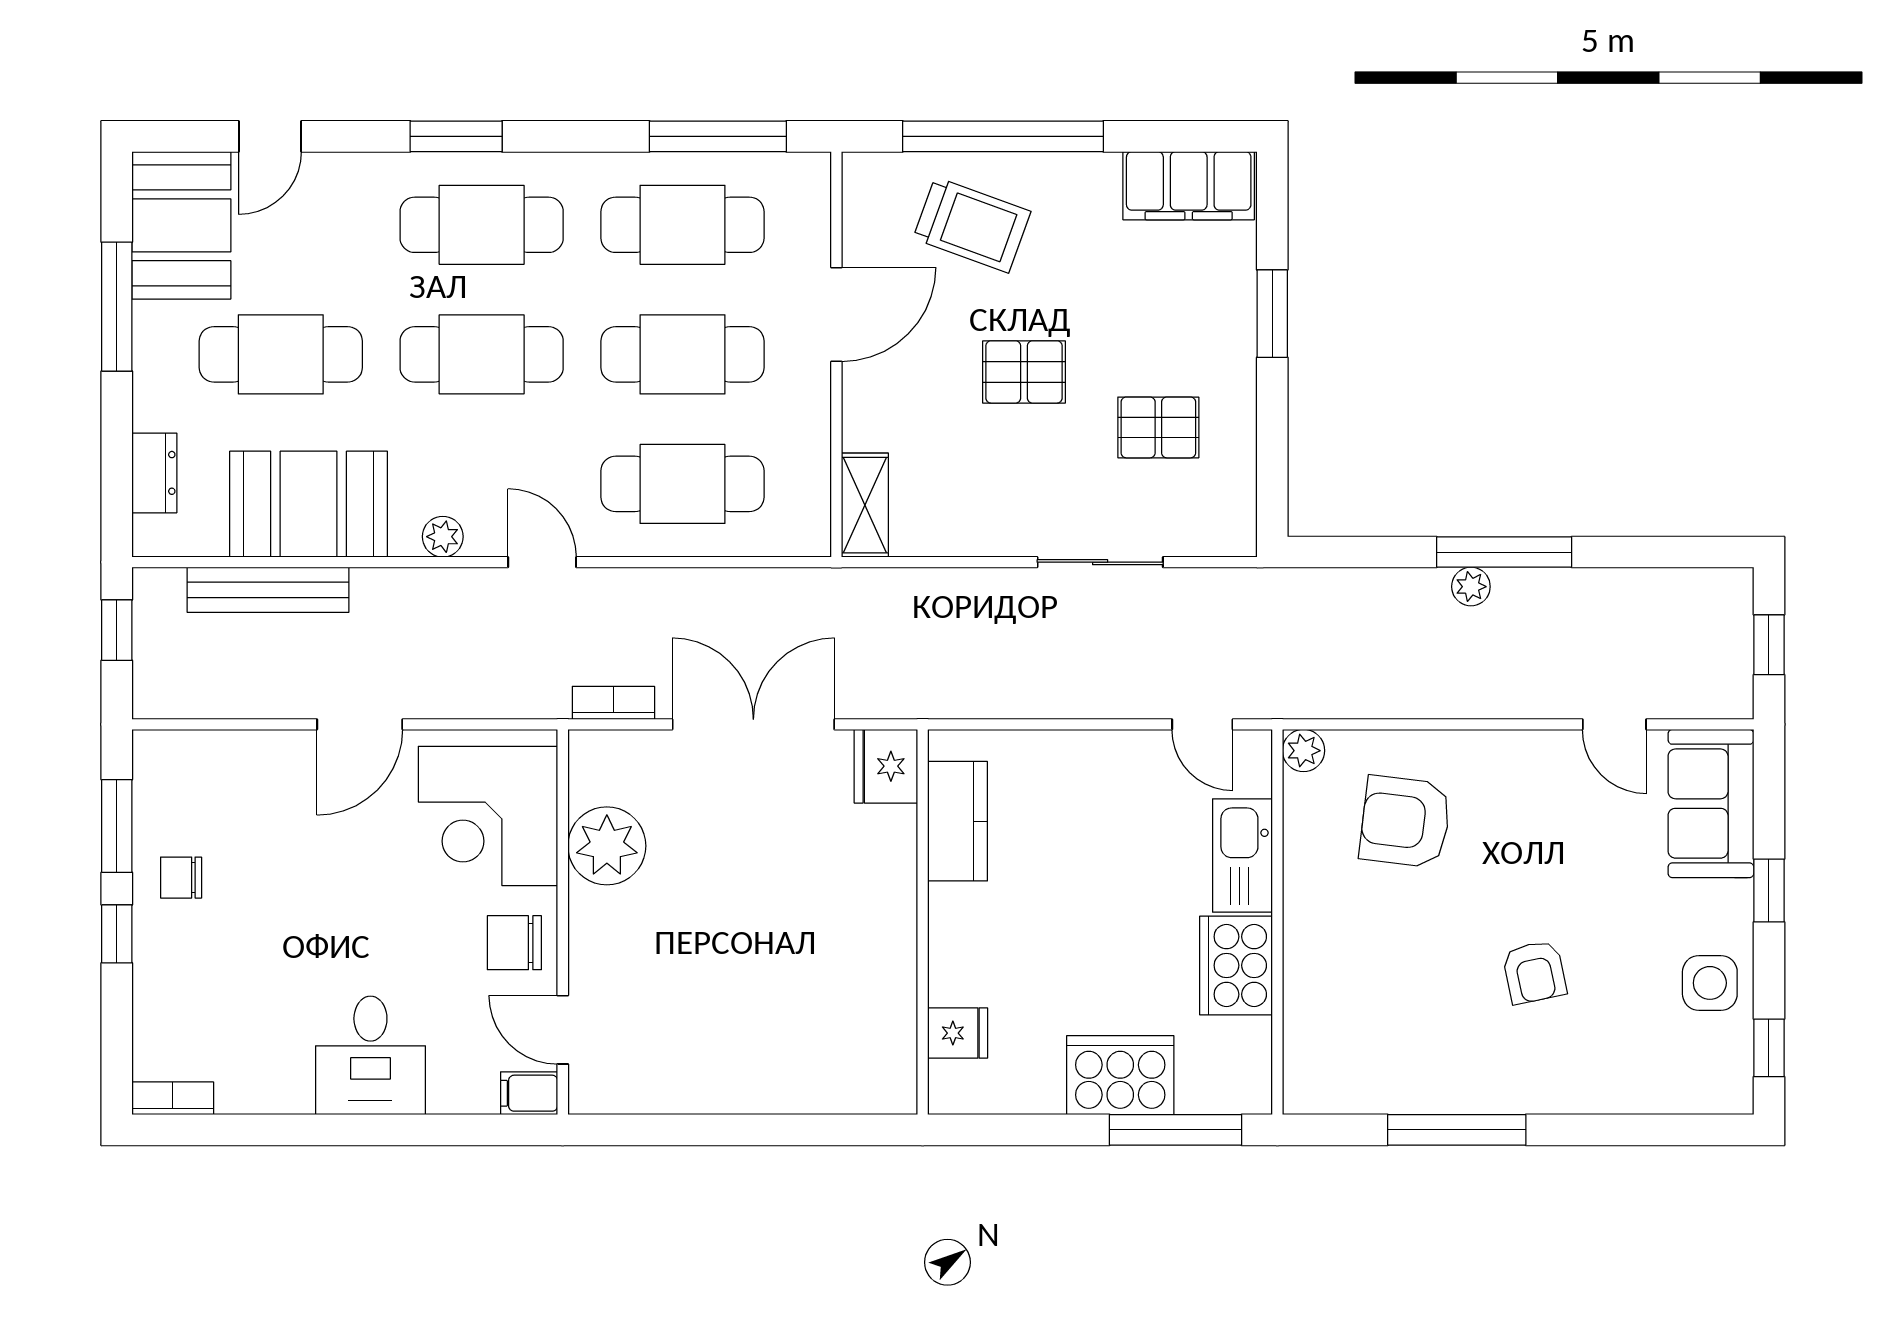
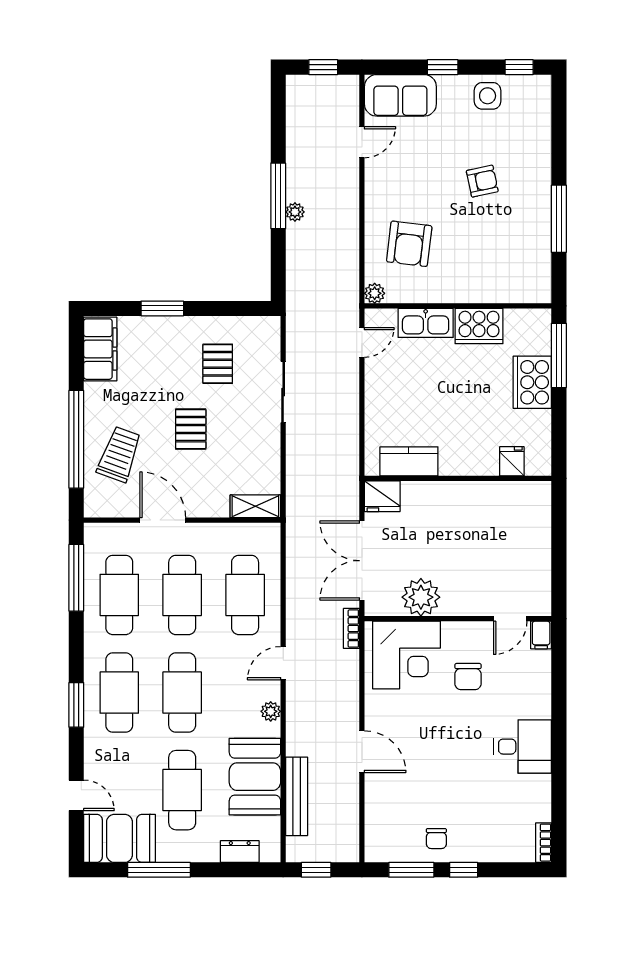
corner desk: (488, 816) -> (406, 655), moved
plant: (607, 846) -> (421, 597), moved
wall: (563, 922) -> (458, 619), moved
door: (563, 1030) -> (510, 619), moved
filing cabinet: (529, 1093) -> (541, 635), moved

